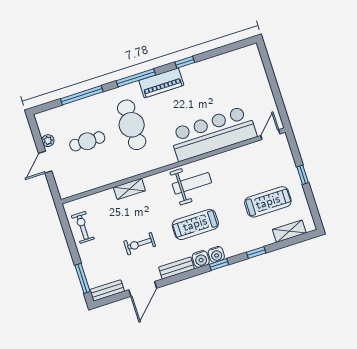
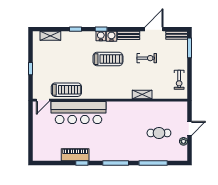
piano: (161, 83) -> (75, 155), moved
cafe table: (132, 125) -> (128, 134), removed
weight bench: (192, 183) -> (102, 86), removed
treadmill: (268, 202) -> (66, 90), moved, turned 180

